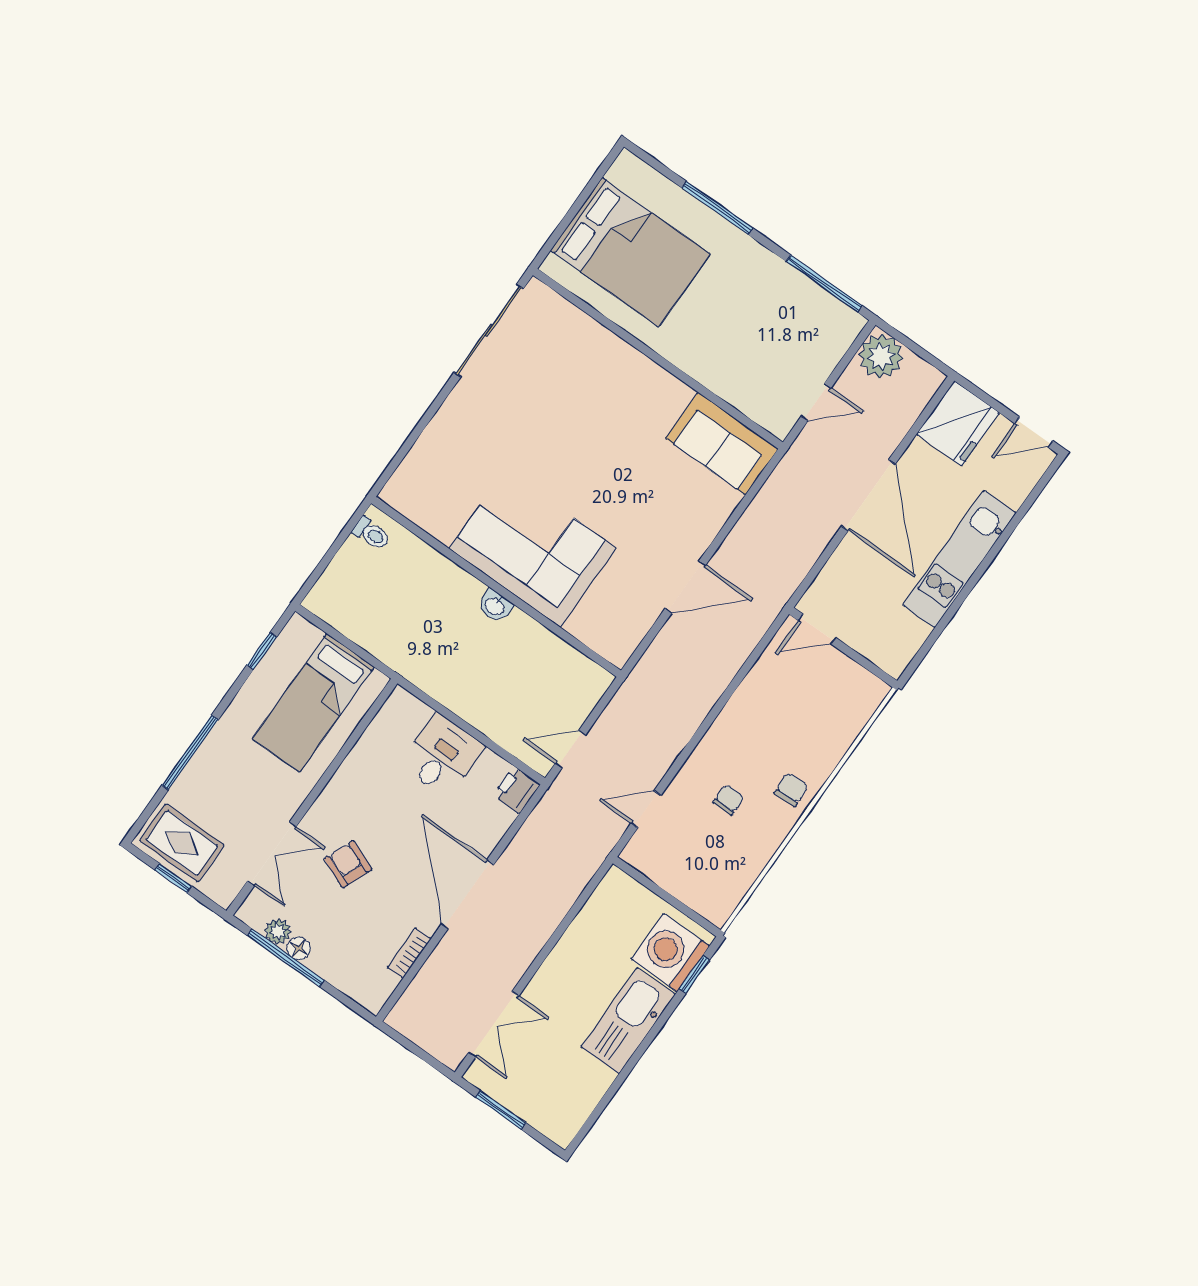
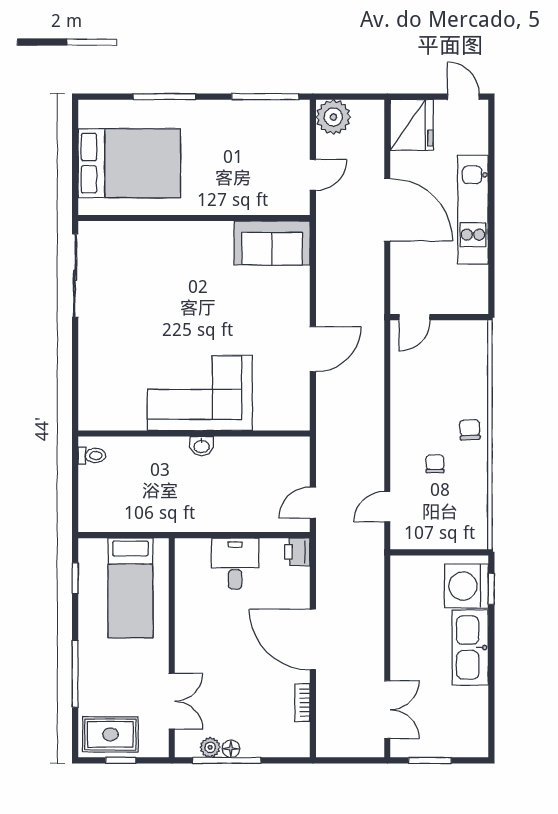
door: (1034, 432) -> (463, 97), swing flipped
armchair: (348, 864) -> (224, 674), removed

